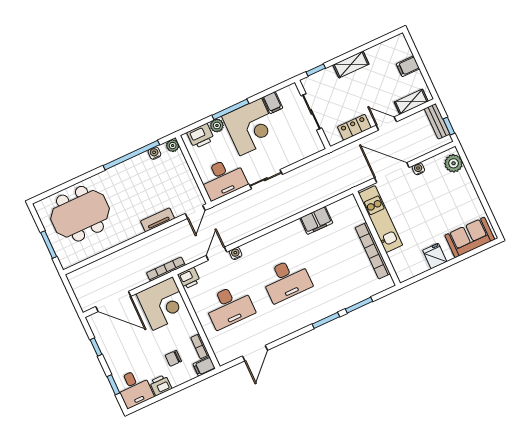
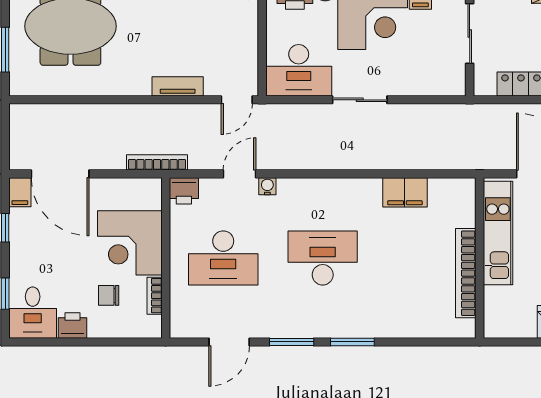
desk: (286, 280) -> (323, 258), turned 180
corner desk: (163, 304) -> (130, 243), moved, turned 90
window: (359, 305) -> (292, 342), moved
filing cabinet: (204, 366) -> (20, 192), moved, turned -90

